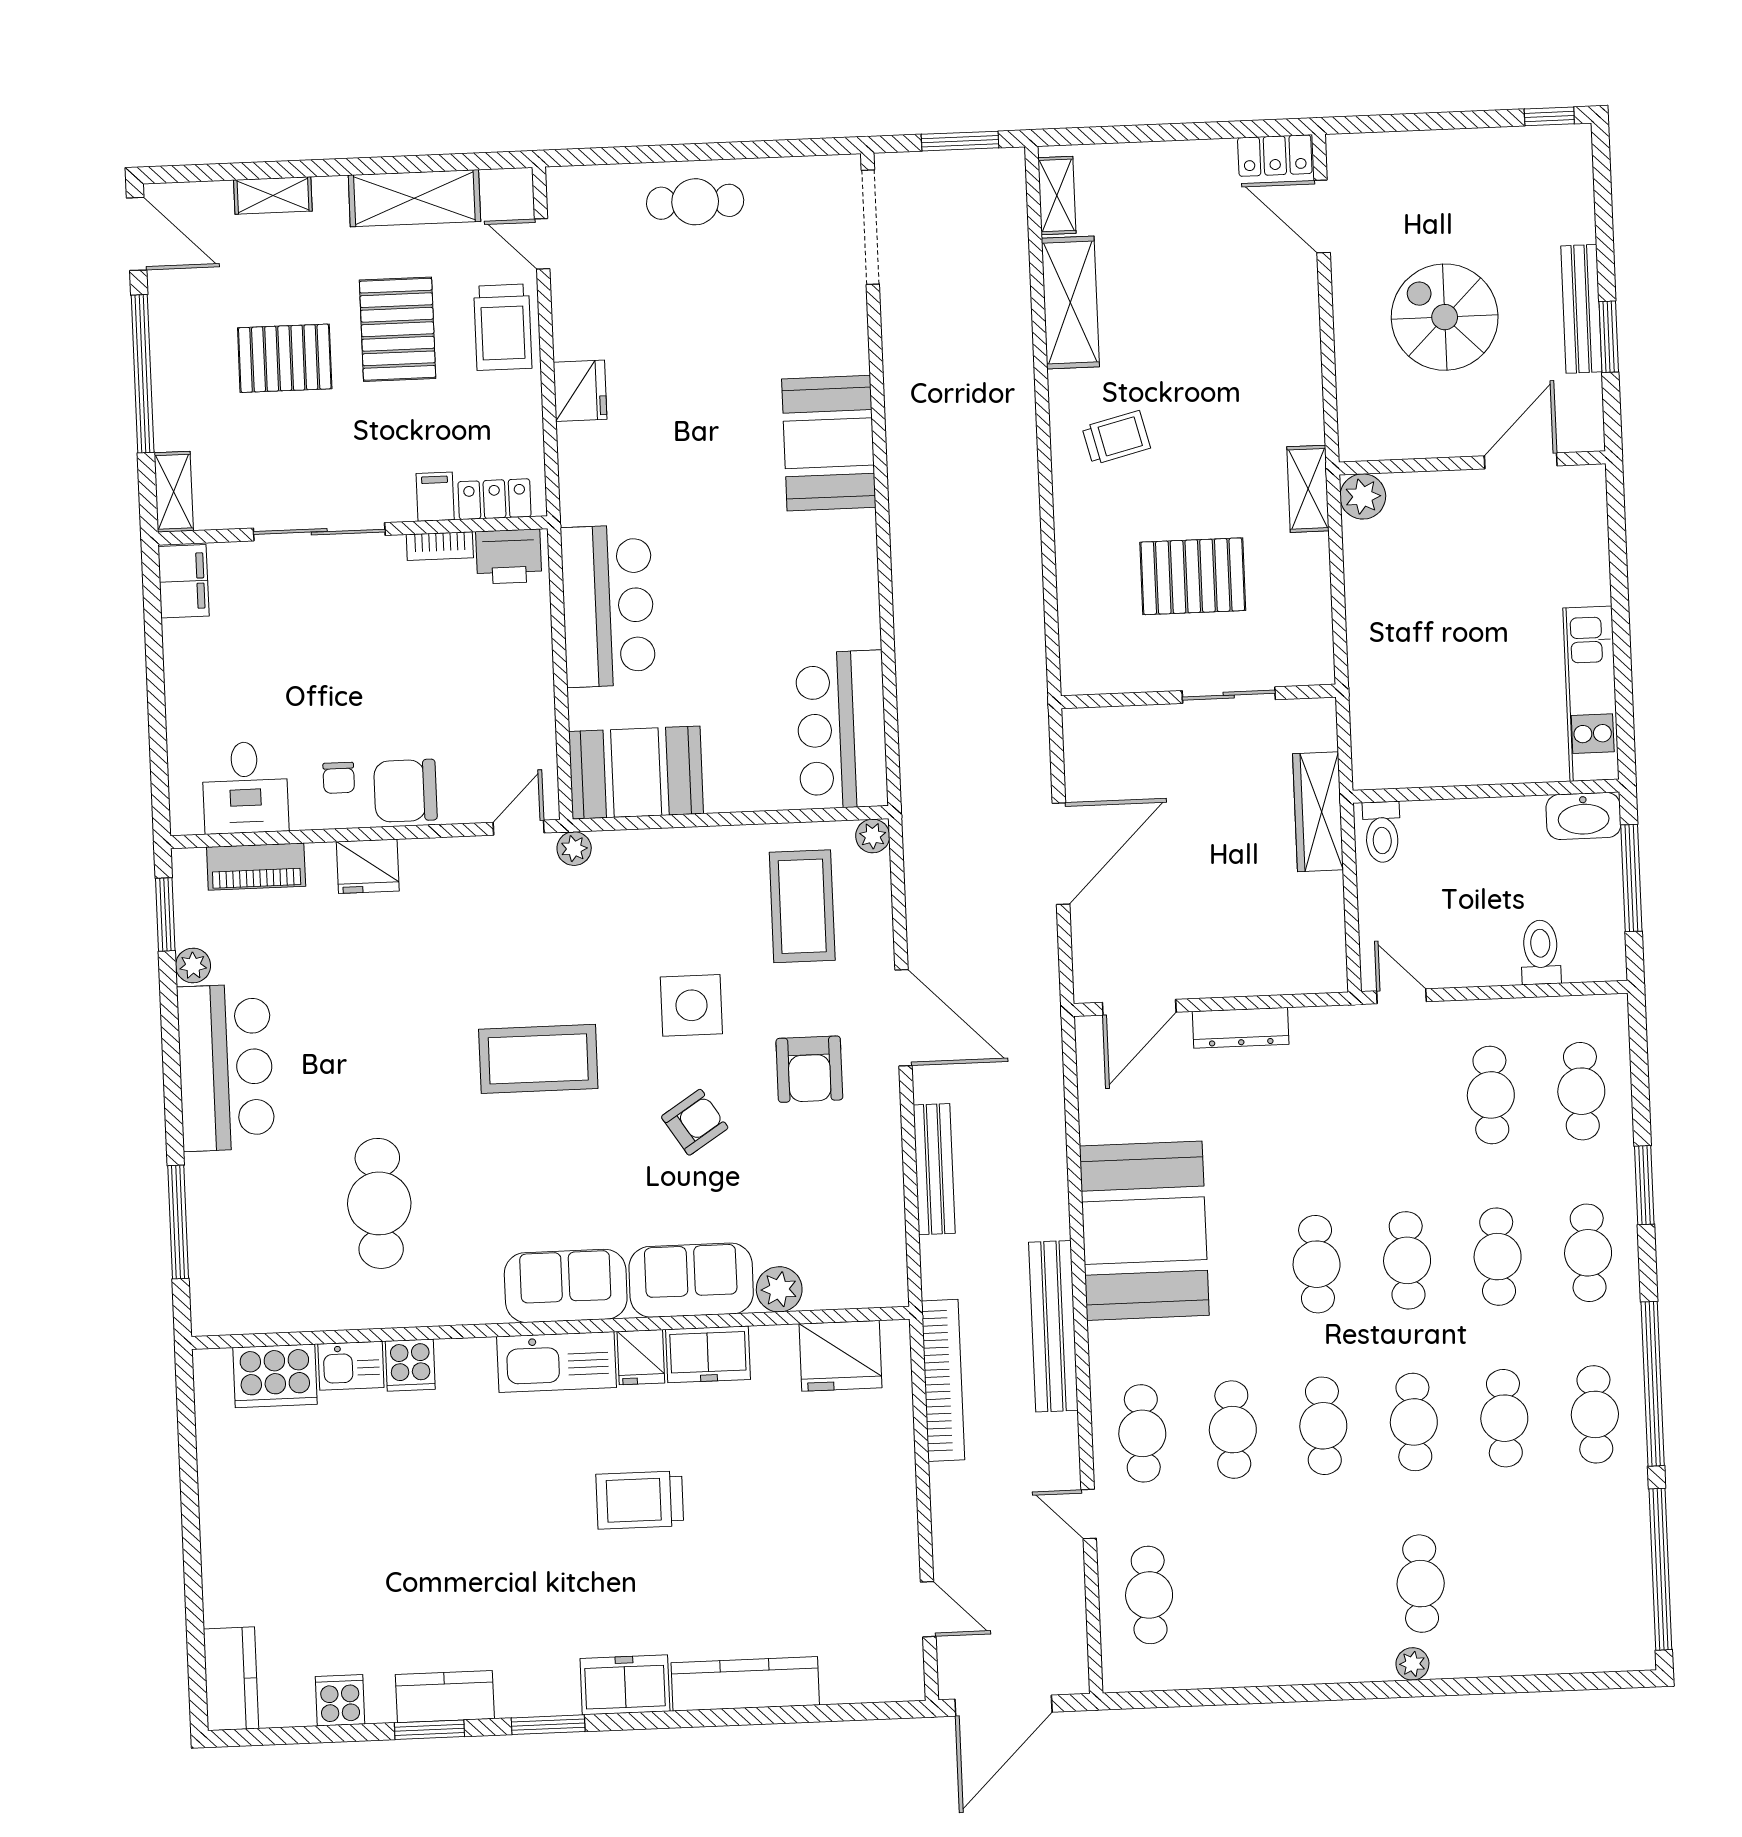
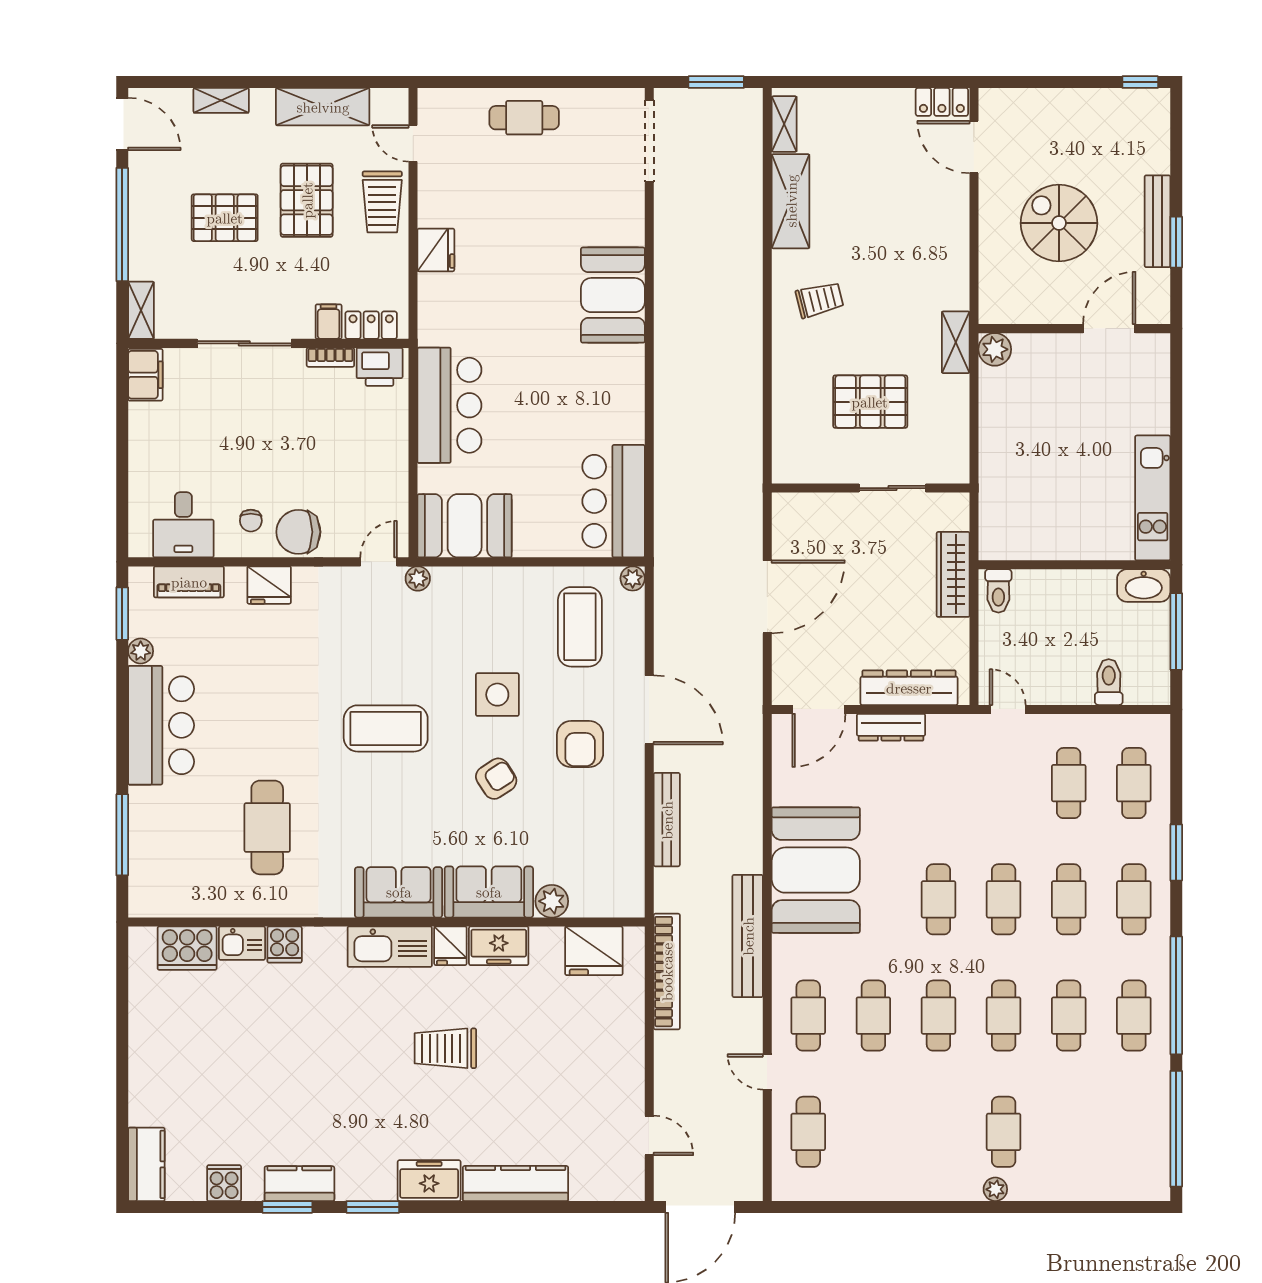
dresser: (1263, 972) -> (909, 688), added

